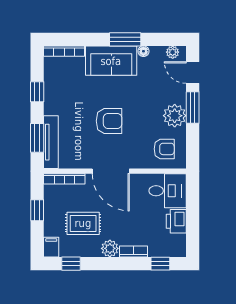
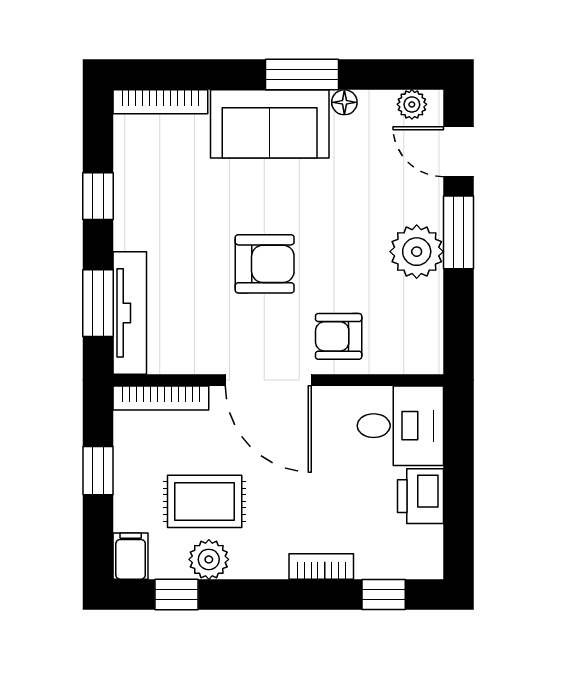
armchair: (164, 149) -> (339, 336), moved, turned 180
plant: (110, 248) -> (209, 559), moved

